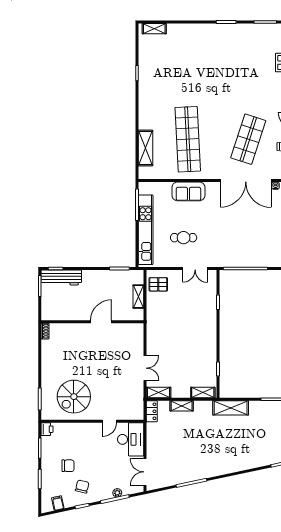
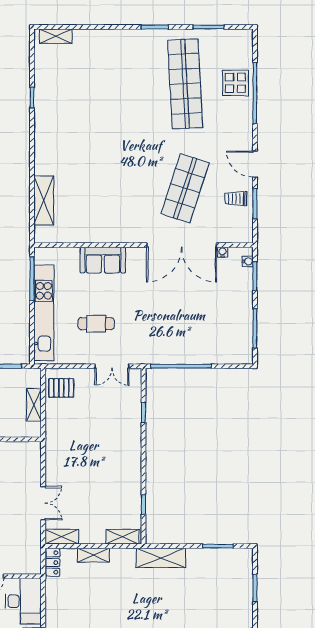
shop shelf: (188, 139) -> (185, 84), moved

